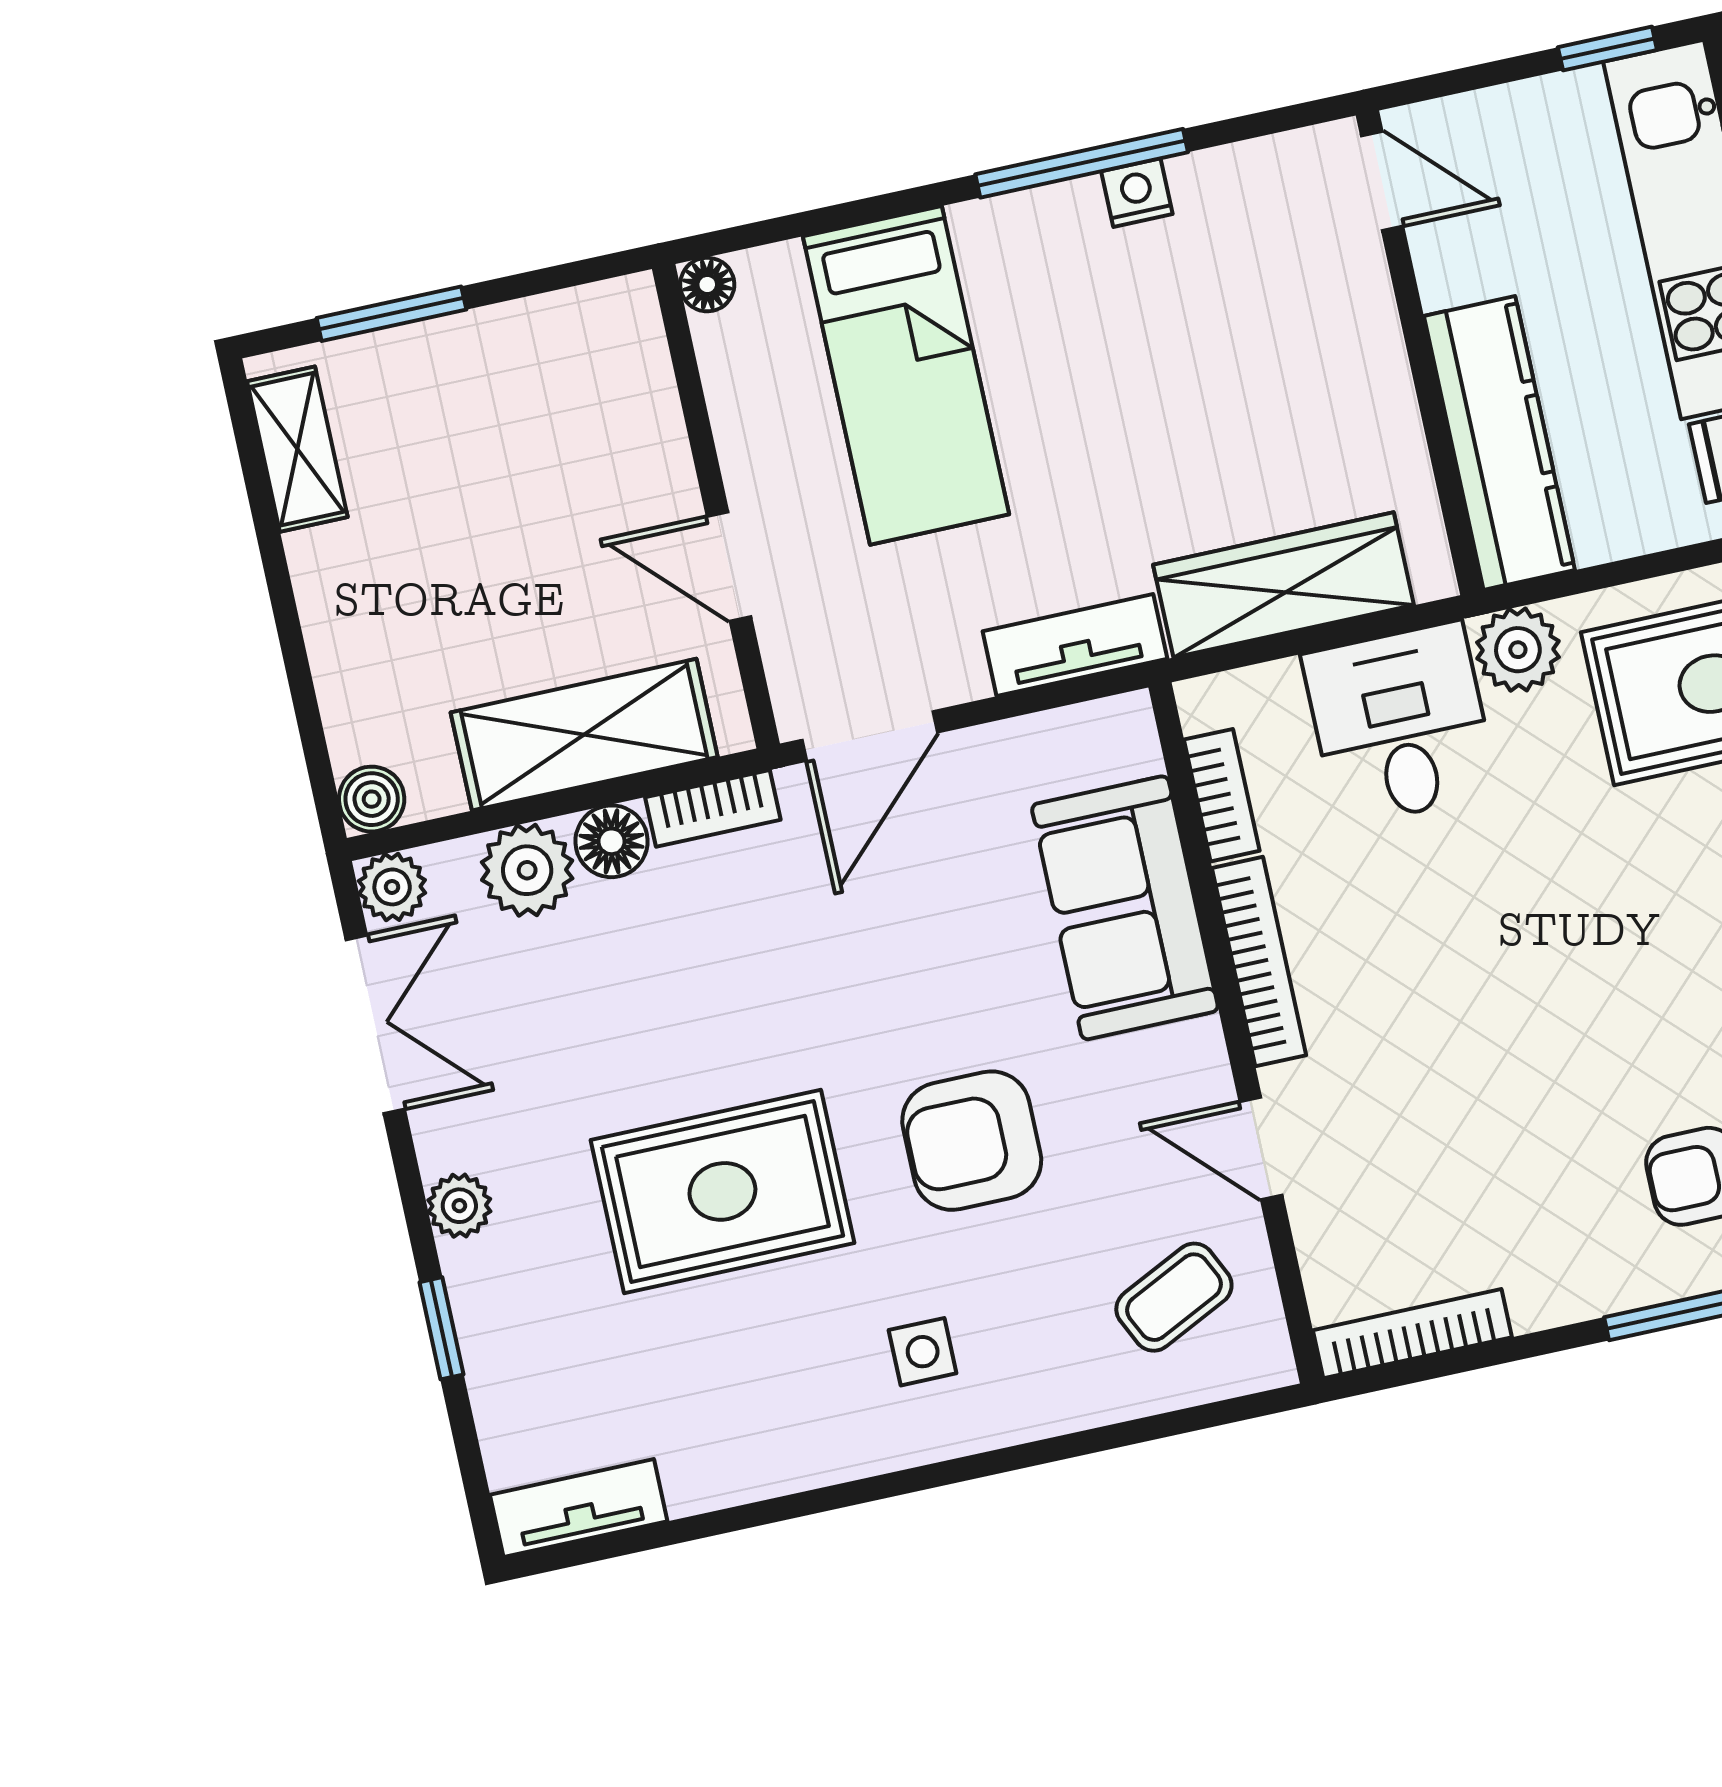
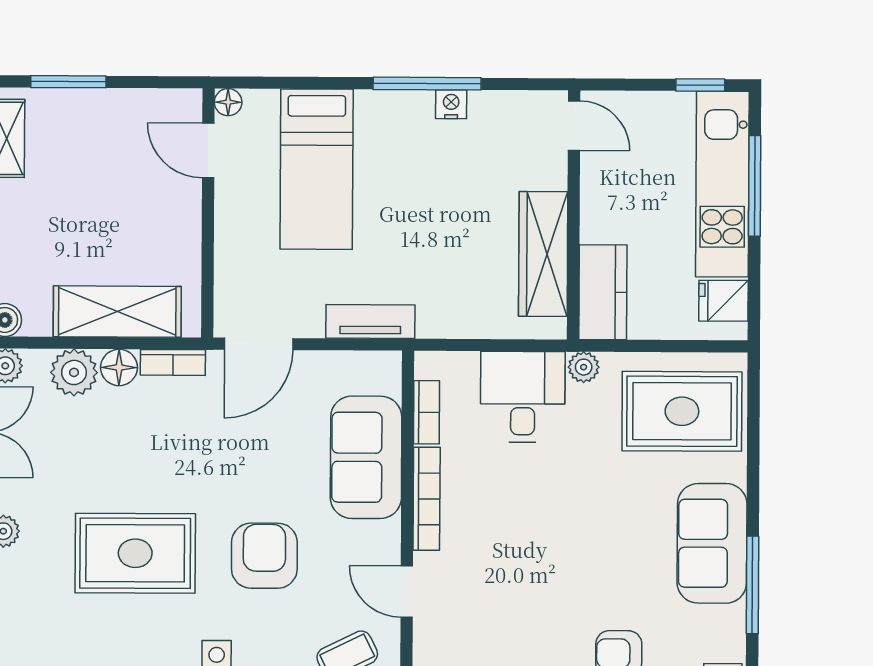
kitchen counter: (1499, 443) -> (603, 292), width x0.67
door: (729, 567) -> (208, 151), moved
wardrobe: (1284, 585) -> (543, 254), moved, turned -90
plant: (1518, 650) -> (584, 367), width x0.73, depth x0.73
armchair: (972, 1141) -> (264, 556), turned 90

